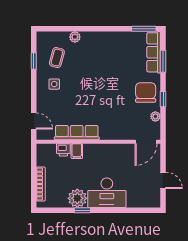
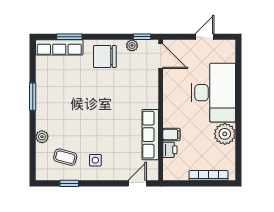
window: (144, 29) -> (33, 97), moved
window: (163, 99) -> (142, 37), moved
desk: (107, 193) -> (213, 93), width x1.36, depth x1.30
window: (82, 210) -> (238, 128), removed

